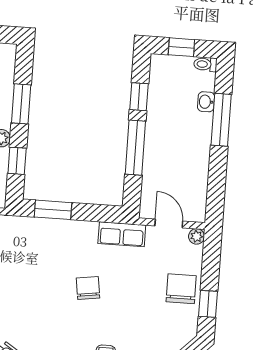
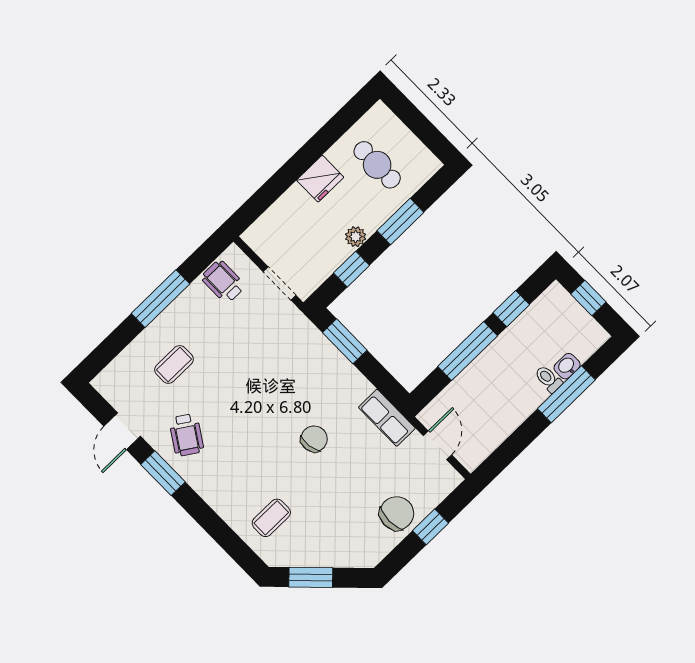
toilet: (205, 64) -> (548, 379), moved
plant: (197, 236) -> (452, 479), removed
window: (208, 304) -> (431, 527), moved

